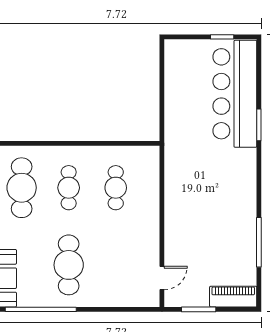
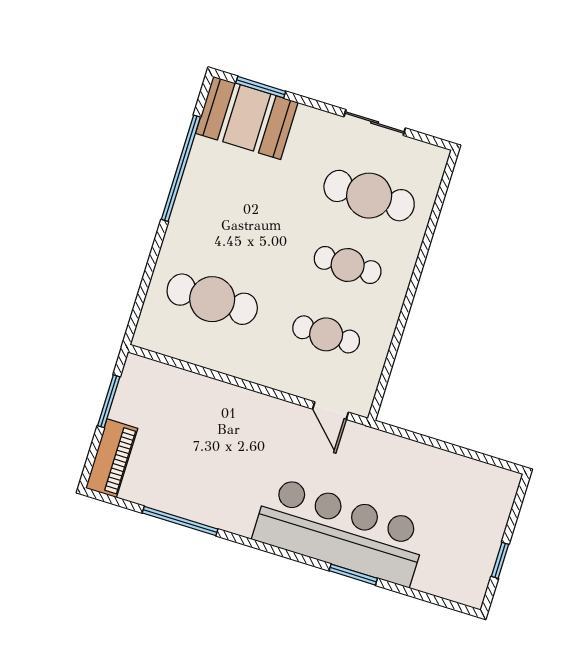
bar counter: (235, 94) -> (340, 532), moved
cafe table: (69, 265) -> (212, 299), moved
door: (162, 278) -> (331, 411), moved

